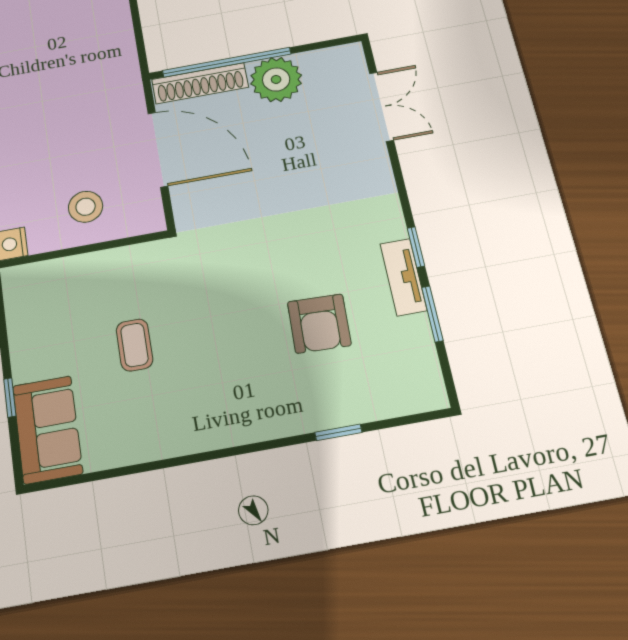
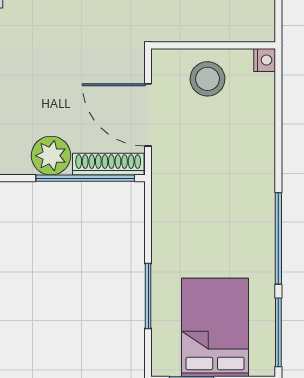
stool: (86, 207) -> (208, 79), width x1.38, depth x1.38

